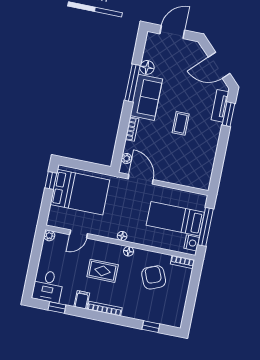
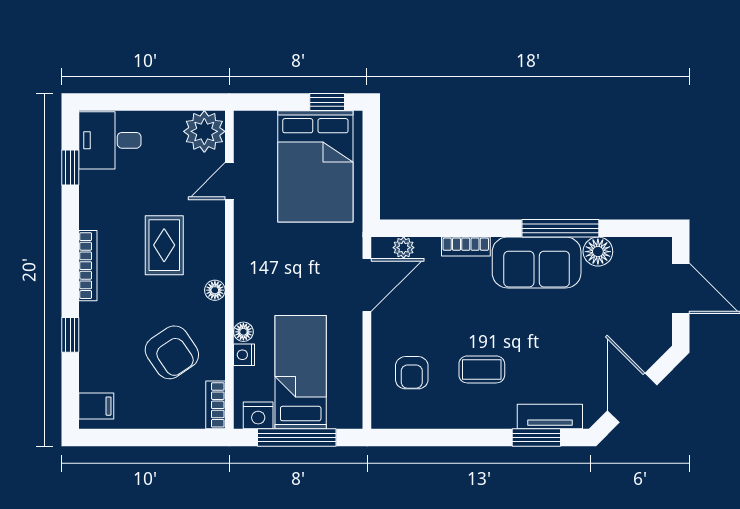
coffee table: (181, 123) -> (482, 369), moved
armchair: (186, 167) -> (412, 373), added
door: (79, 234) -> (229, 181), hinge flipped
plant: (49, 236) -> (204, 131), width x1.87, depth x1.87
floor lamp: (122, 236) -> (243, 332), moved
nightstand: (162, 244) -> (244, 355), added
armchair: (154, 277) -> (172, 352), turned 78
filing cabinet: (82, 300) -> (96, 406), moved
window: (151, 327) -> (70, 335), moved

